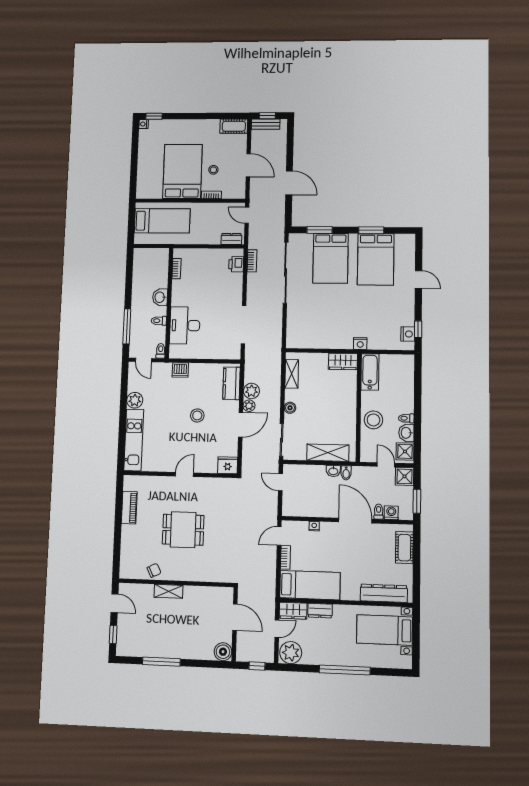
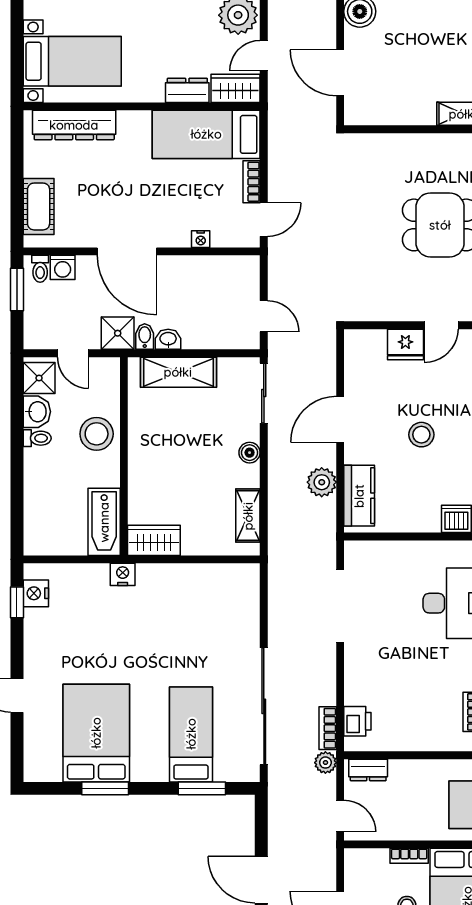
bed: (330, 258) -> (191, 734), width x0.67
plant: (249, 406) -> (325, 763), moved
fridge: (228, 465) -> (405, 344), moved
shower: (404, 476) -> (118, 333), moved
toilet: (379, 512) -> (40, 269), moved

